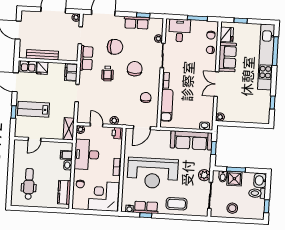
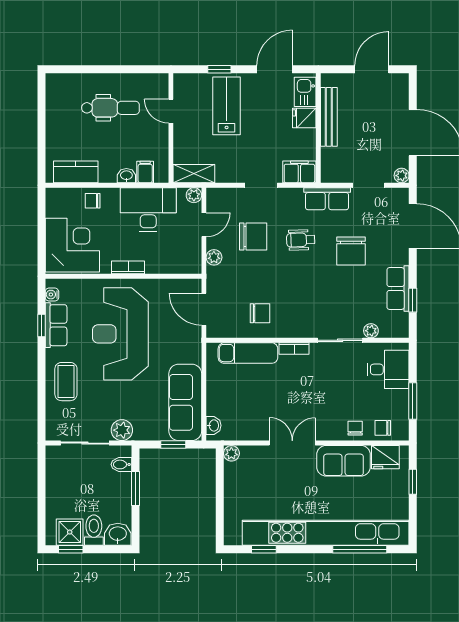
kitchen unit: (266, 57) -> (326, 533), width x1.36
chair: (135, 69) -> (253, 236), moved
printer: (117, 133) -> (191, 264), removed
shower: (234, 179) -> (70, 532), moved
dental chair: (29, 184) -> (110, 108), moved
stool: (232, 208) -> (64, 486), removed

